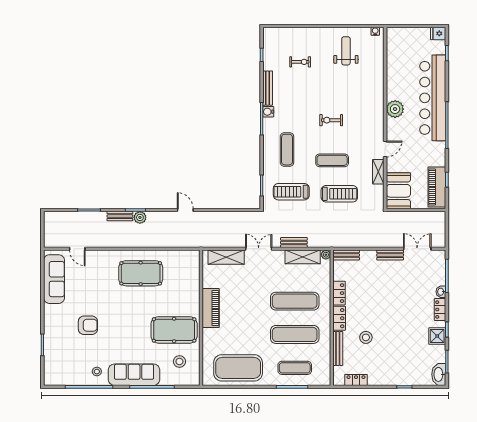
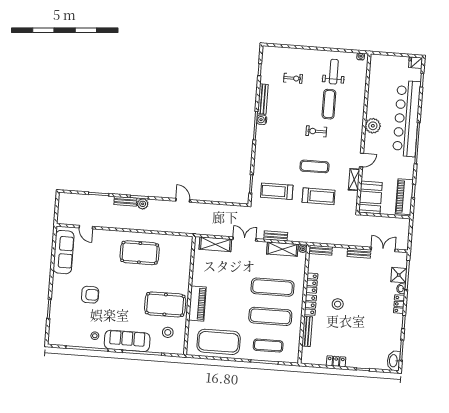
exercise mat: (287, 150) -> (329, 104), moved
piano: (211, 308) -> (197, 304), moved
shower: (437, 336) -> (399, 275), moved
stool: (366, 337) -> (338, 304), moved
locker: (356, 380) -> (336, 361), moved

